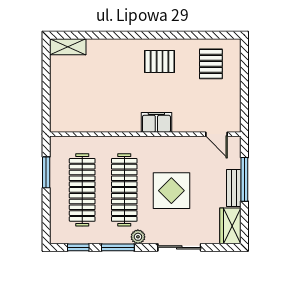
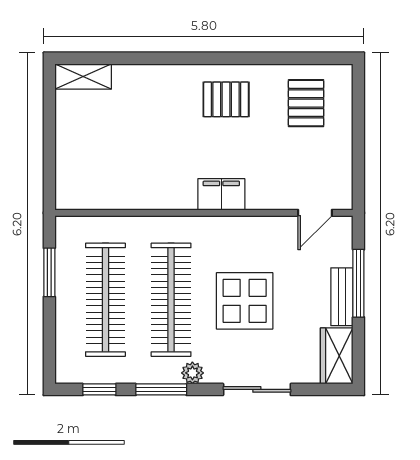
door: (217, 134) -> (315, 213), hinge flipped

